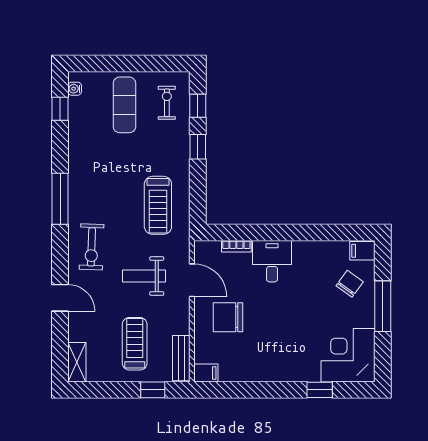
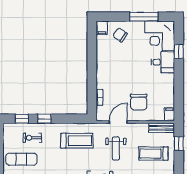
exercise bike: (167, 103) -> (32, 138), moved
desk: (272, 261) -> (163, 62), moved, turned 180
window: (383, 306) -> (144, 17), moved

